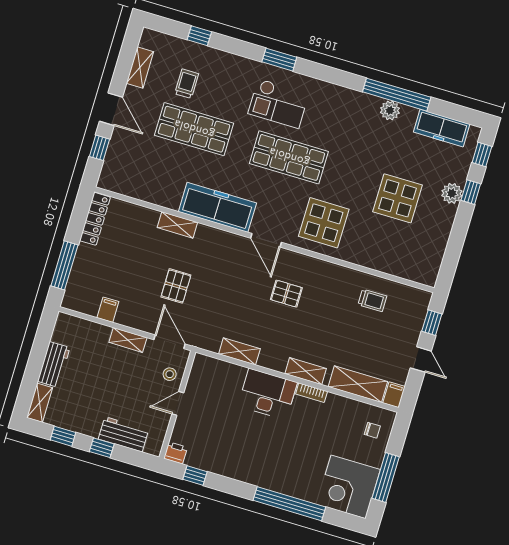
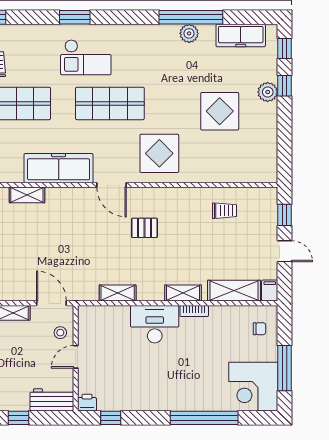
pallet: (176, 286) -> (42, 251), removed
workbench: (123, 434) -> (52, 400), moved

